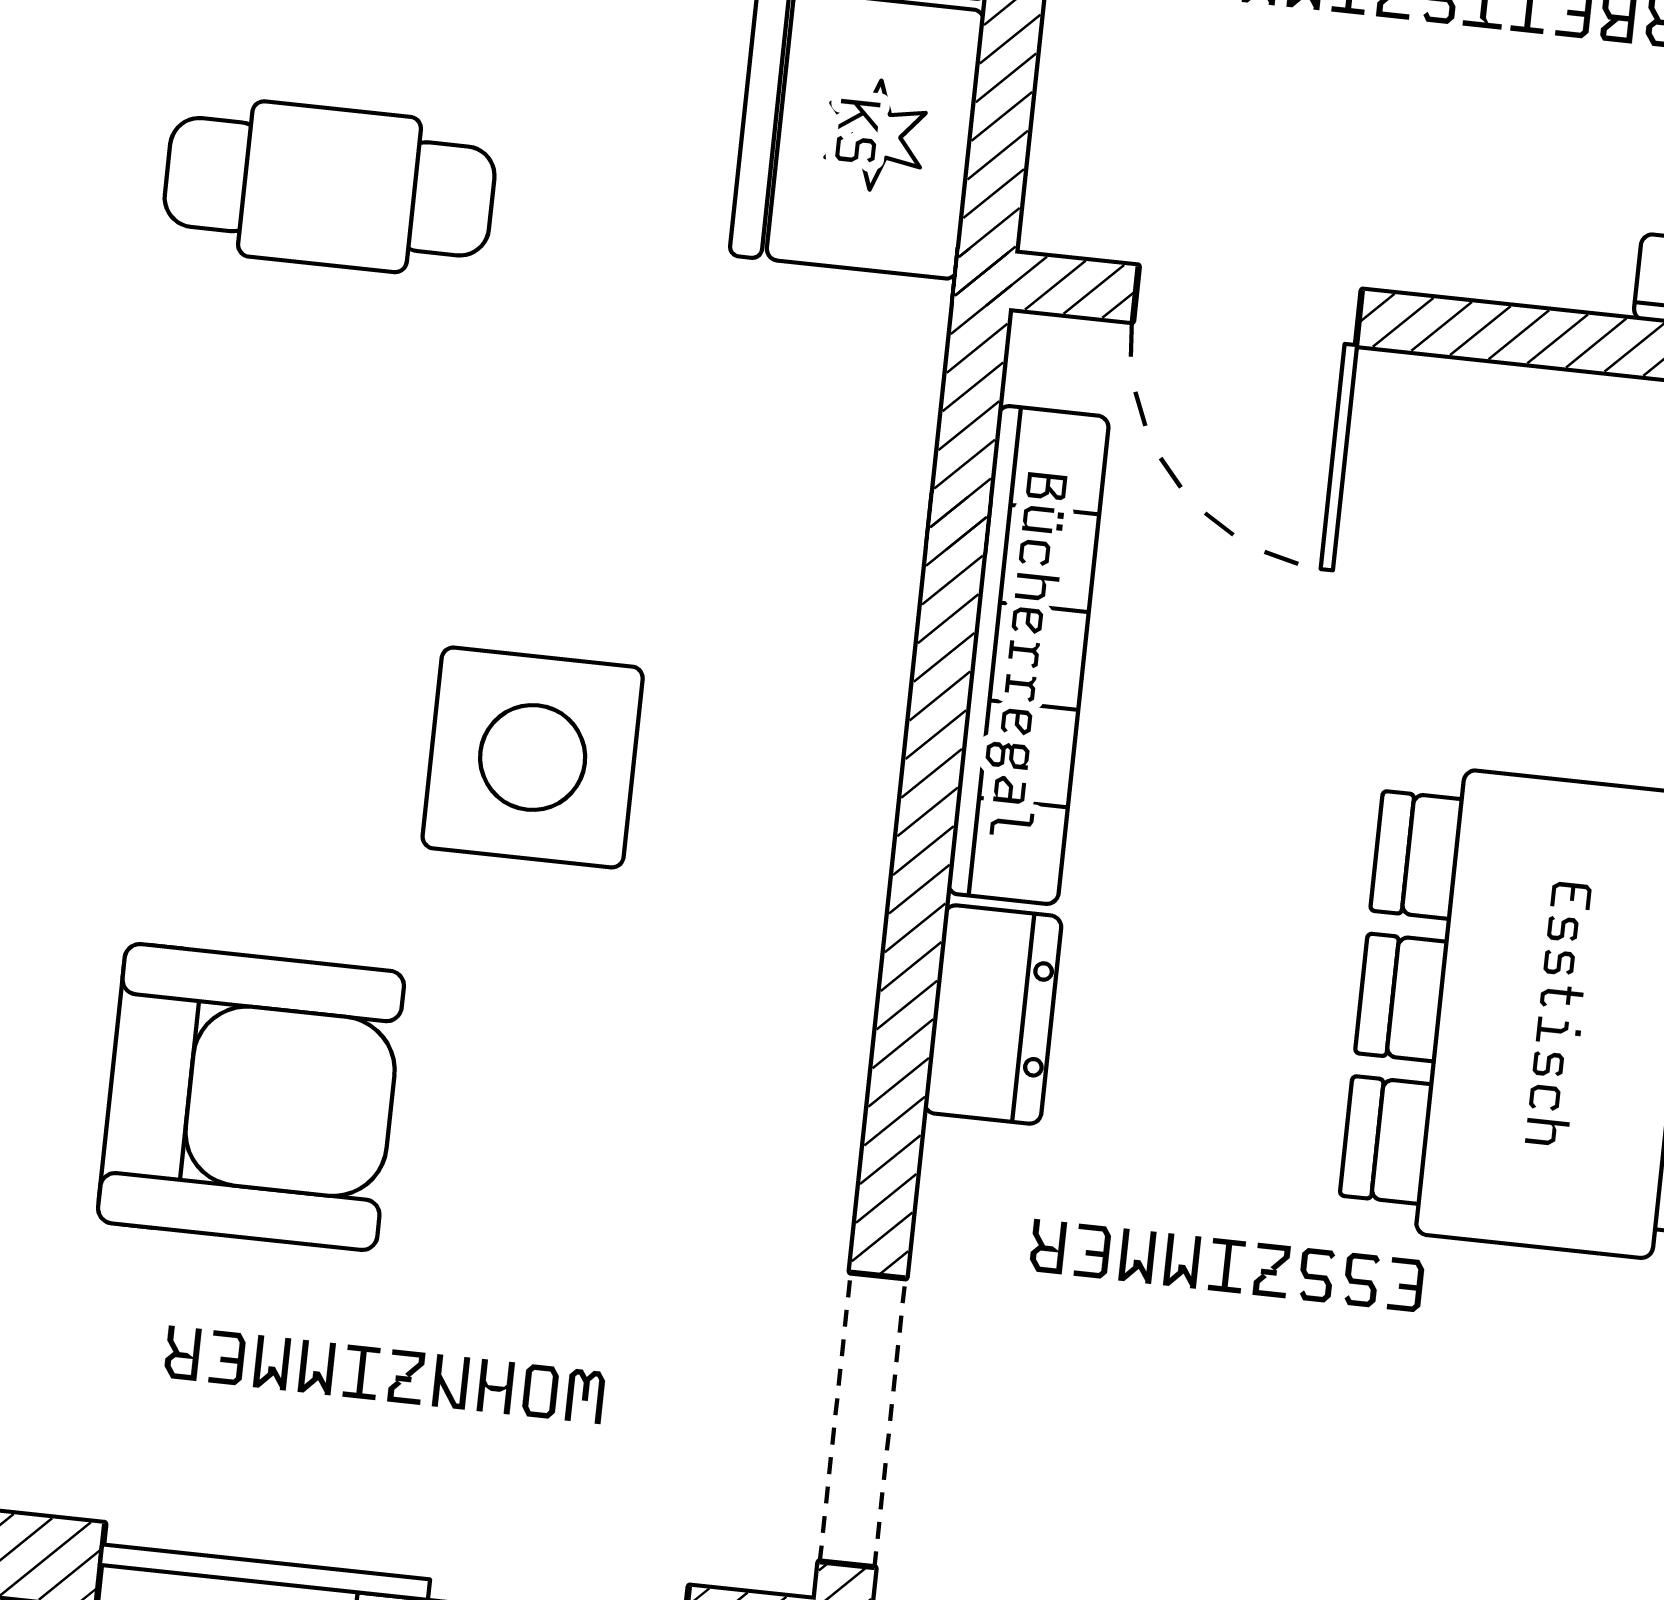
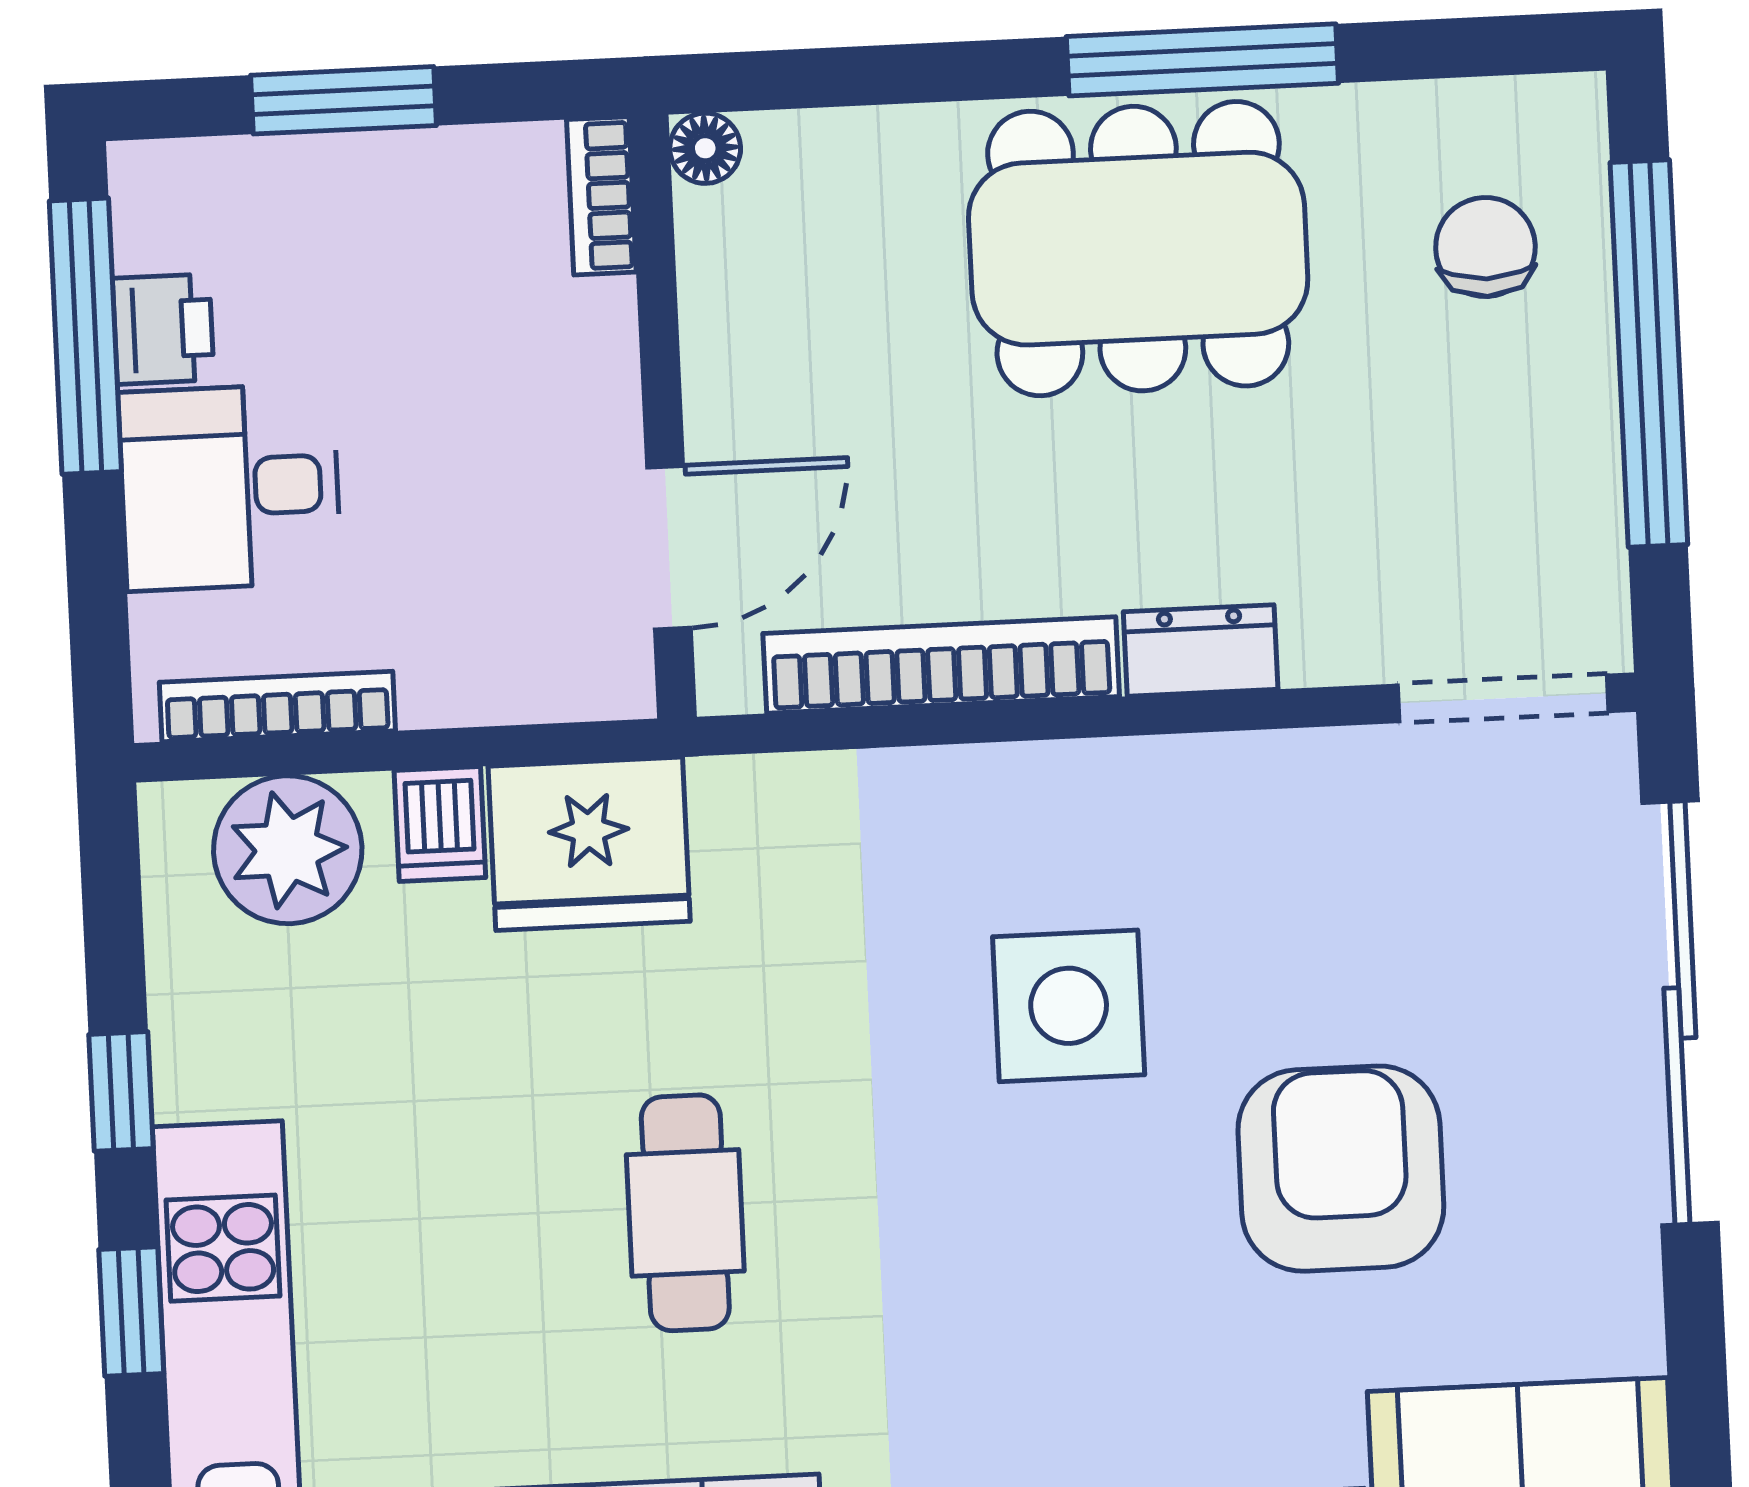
chair: (1487, 1492) -> (1485, 247), added

